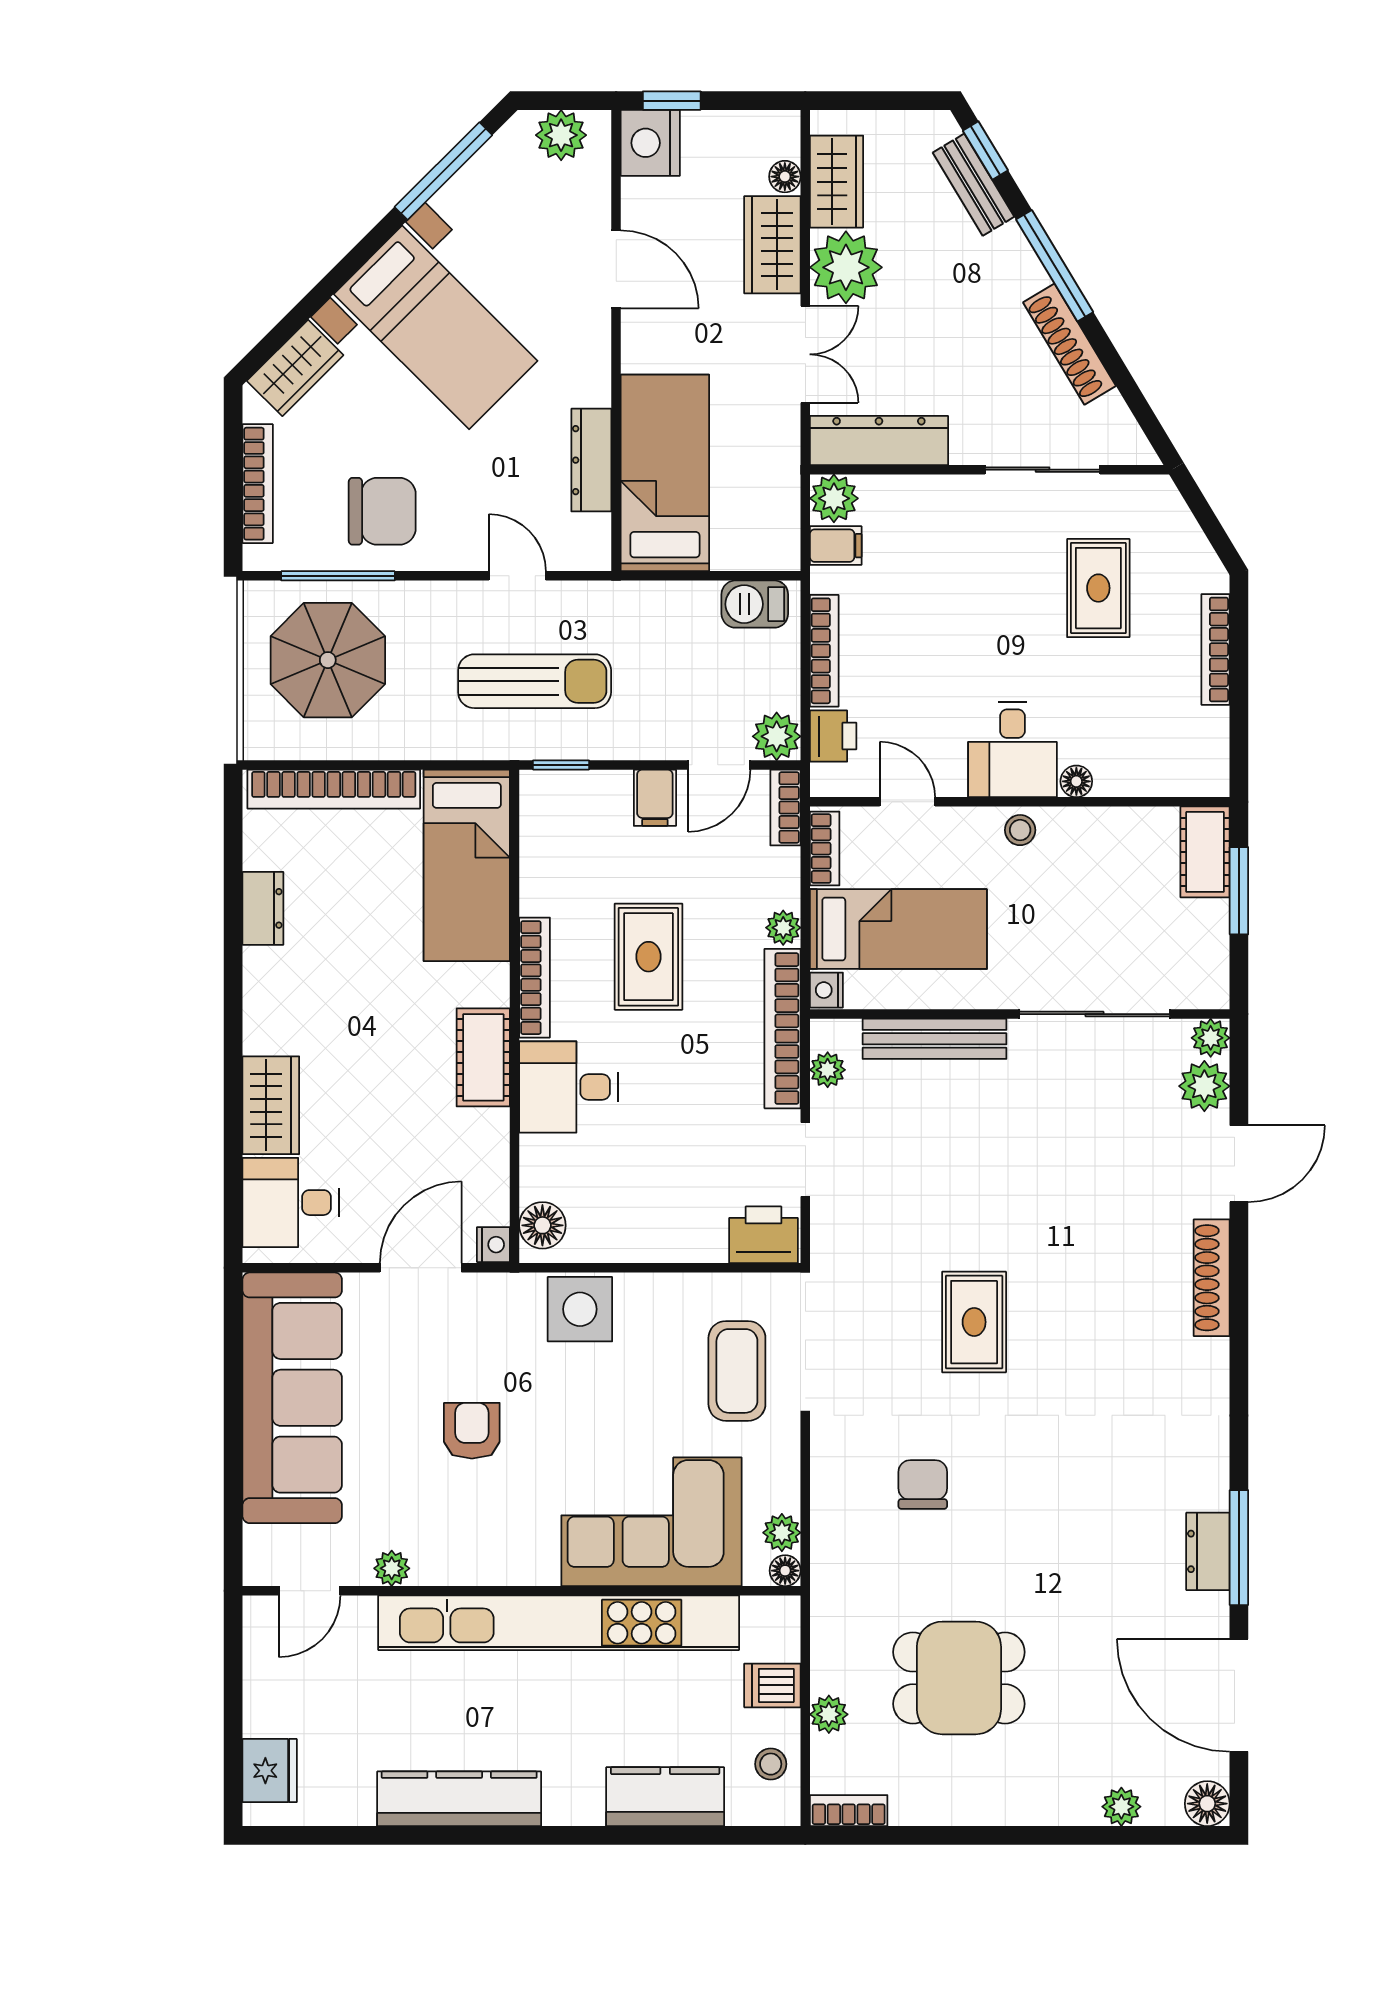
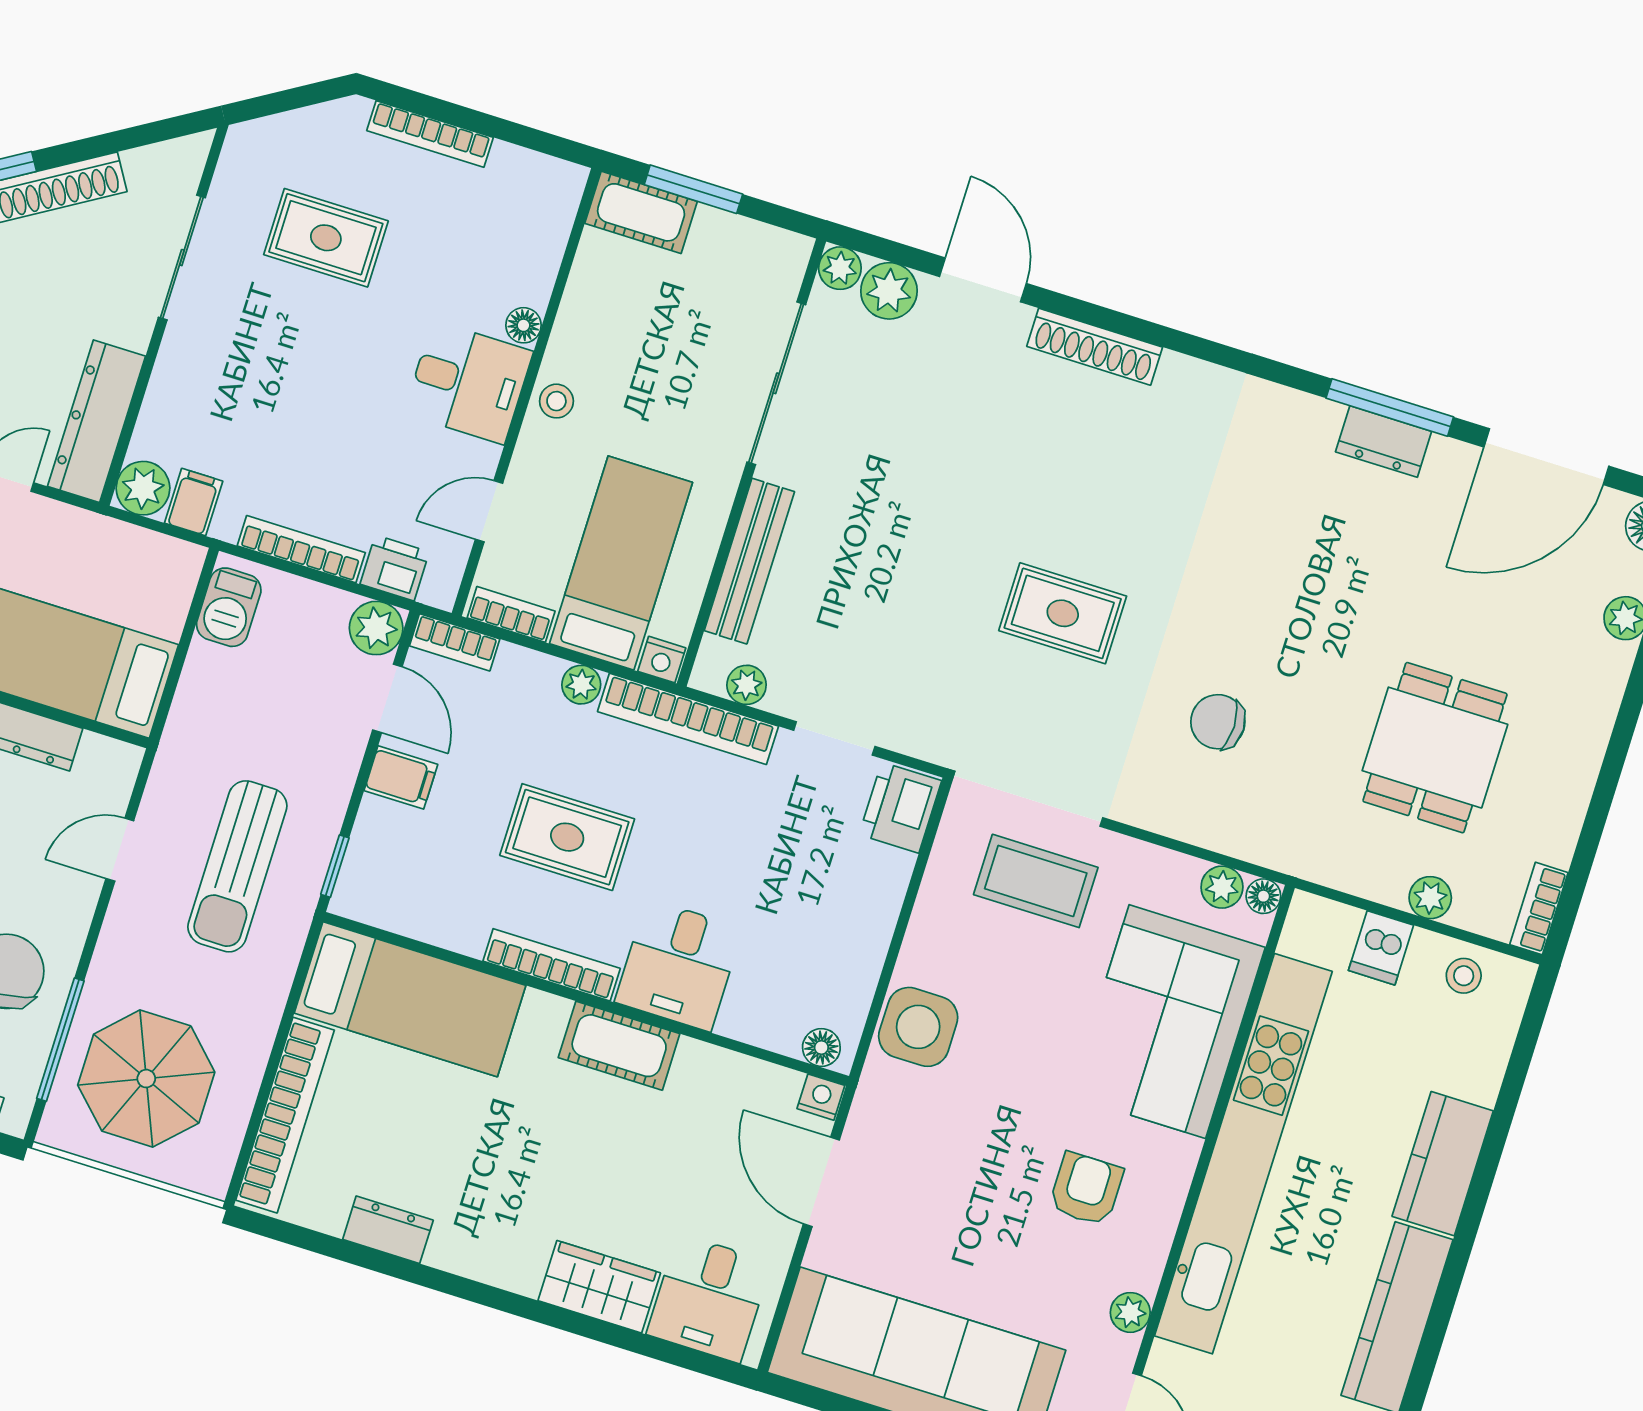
sun lounger: (535, 681) -> (237, 866), turned 180
floor lamp: (542, 1225) -> (821, 1047), width x0.73, depth x0.73
armchair: (472, 1431) -> (1086, 1189), moved, turned 90
kitchen counter: (665, 1797) -> (1443, 1164), moved

